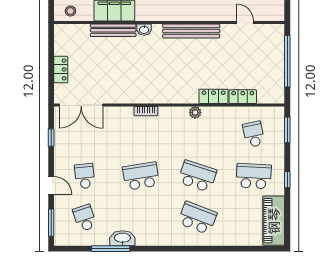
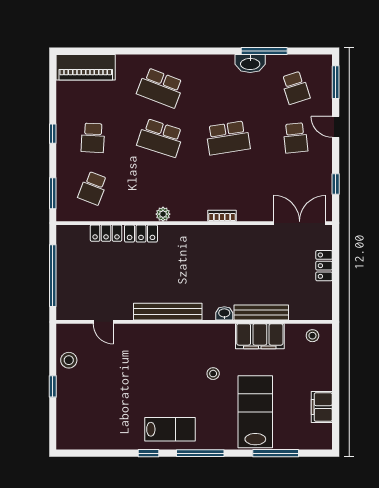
school desk: (254, 134) -> (93, 188), turned 33
school desk: (254, 176) -> (93, 138), width x0.54
piano: (274, 221) -> (86, 67), moved, turned 90

